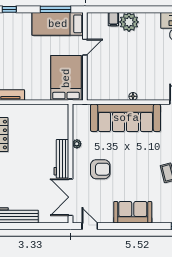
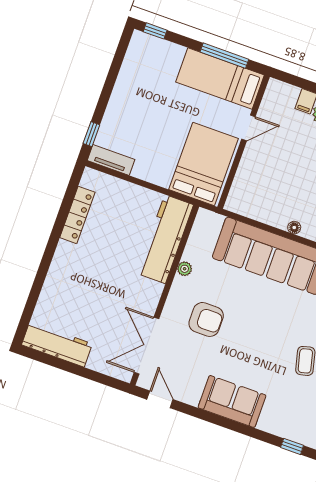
workbench: (61, 159) -> (165, 239), moved, width x1.36, depth x1.32

